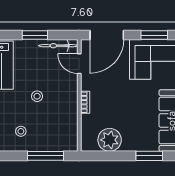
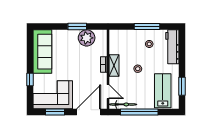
window: (35, 35) -> (139, 112), width x2.11
shelving: (71, 101) -> (114, 65), added
window: (46, 156) -> (147, 27), moved
window: (149, 156) -> (77, 27), moved

